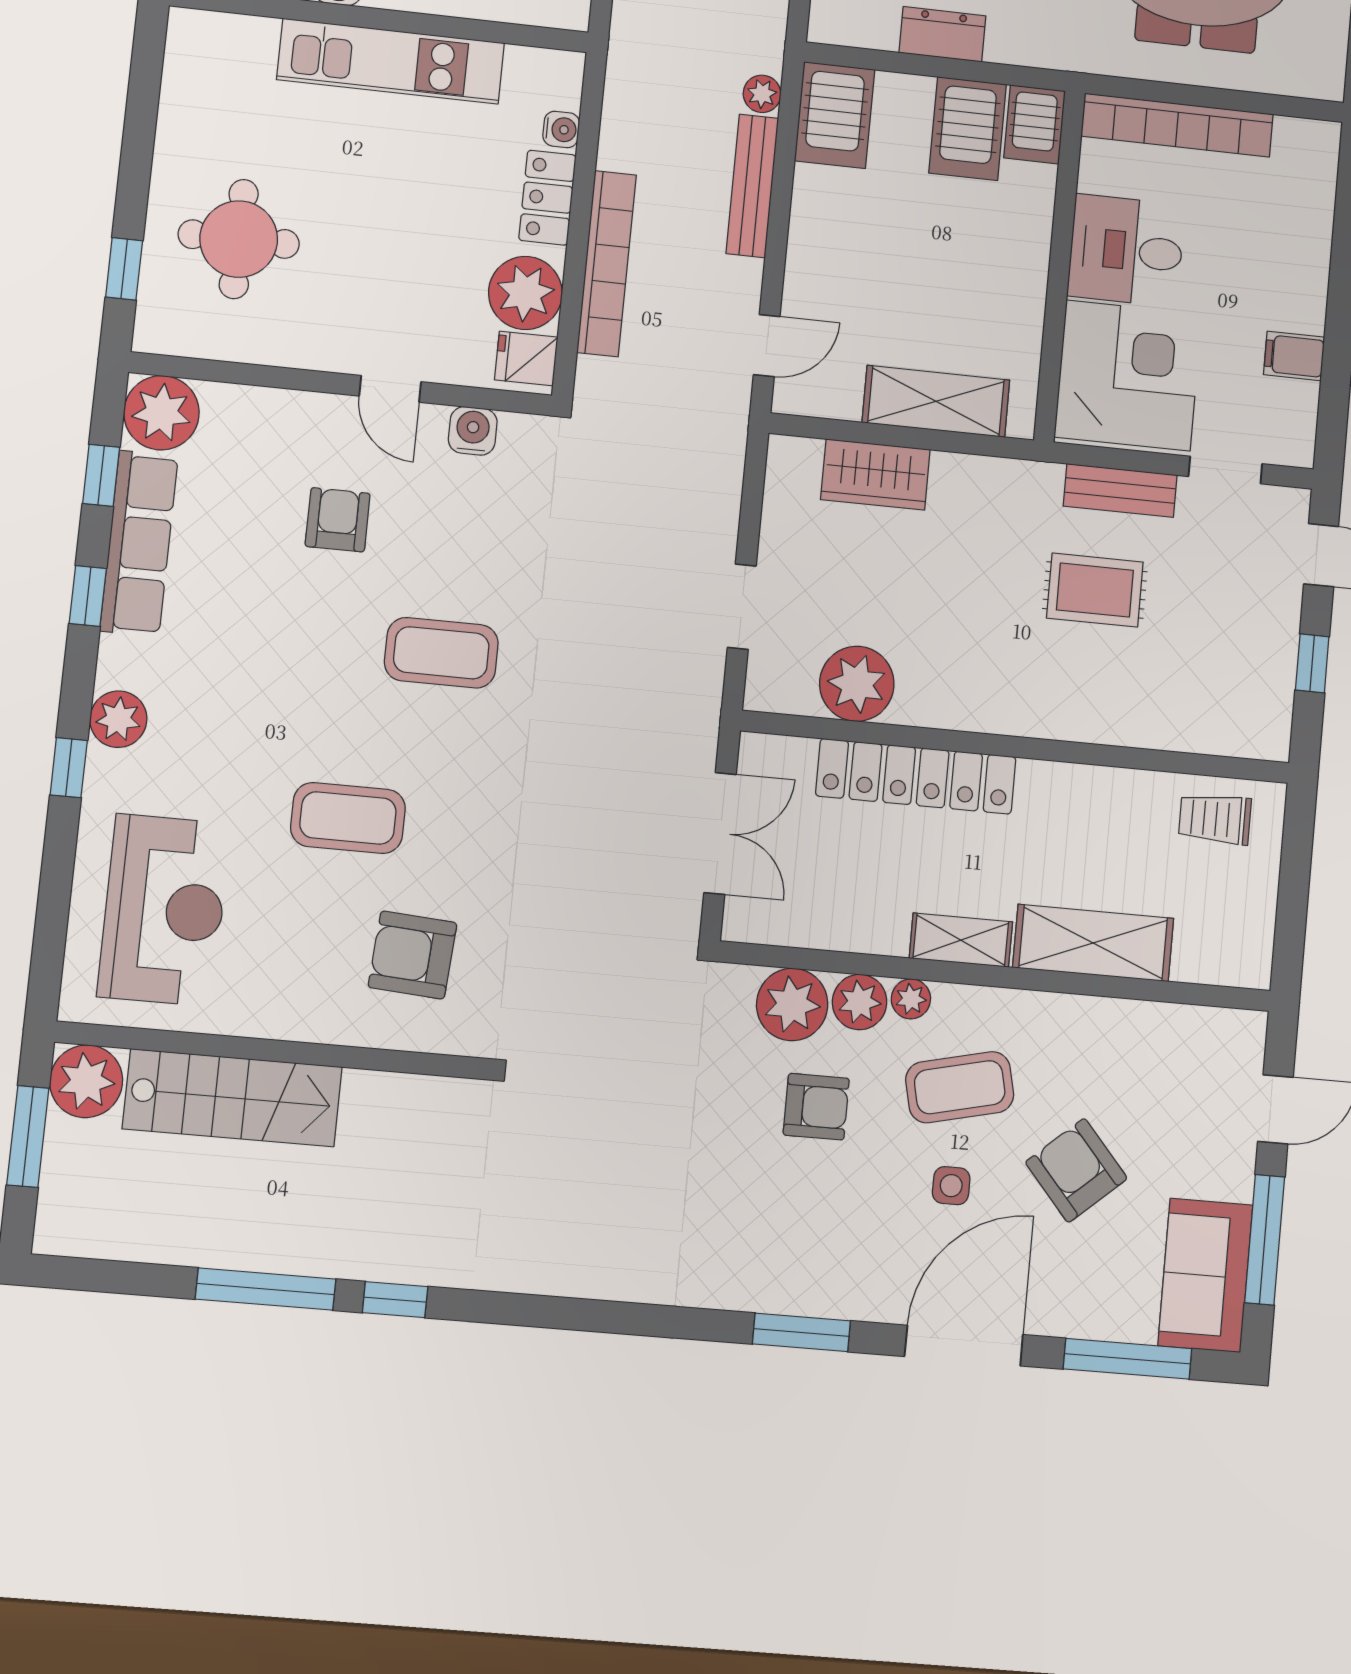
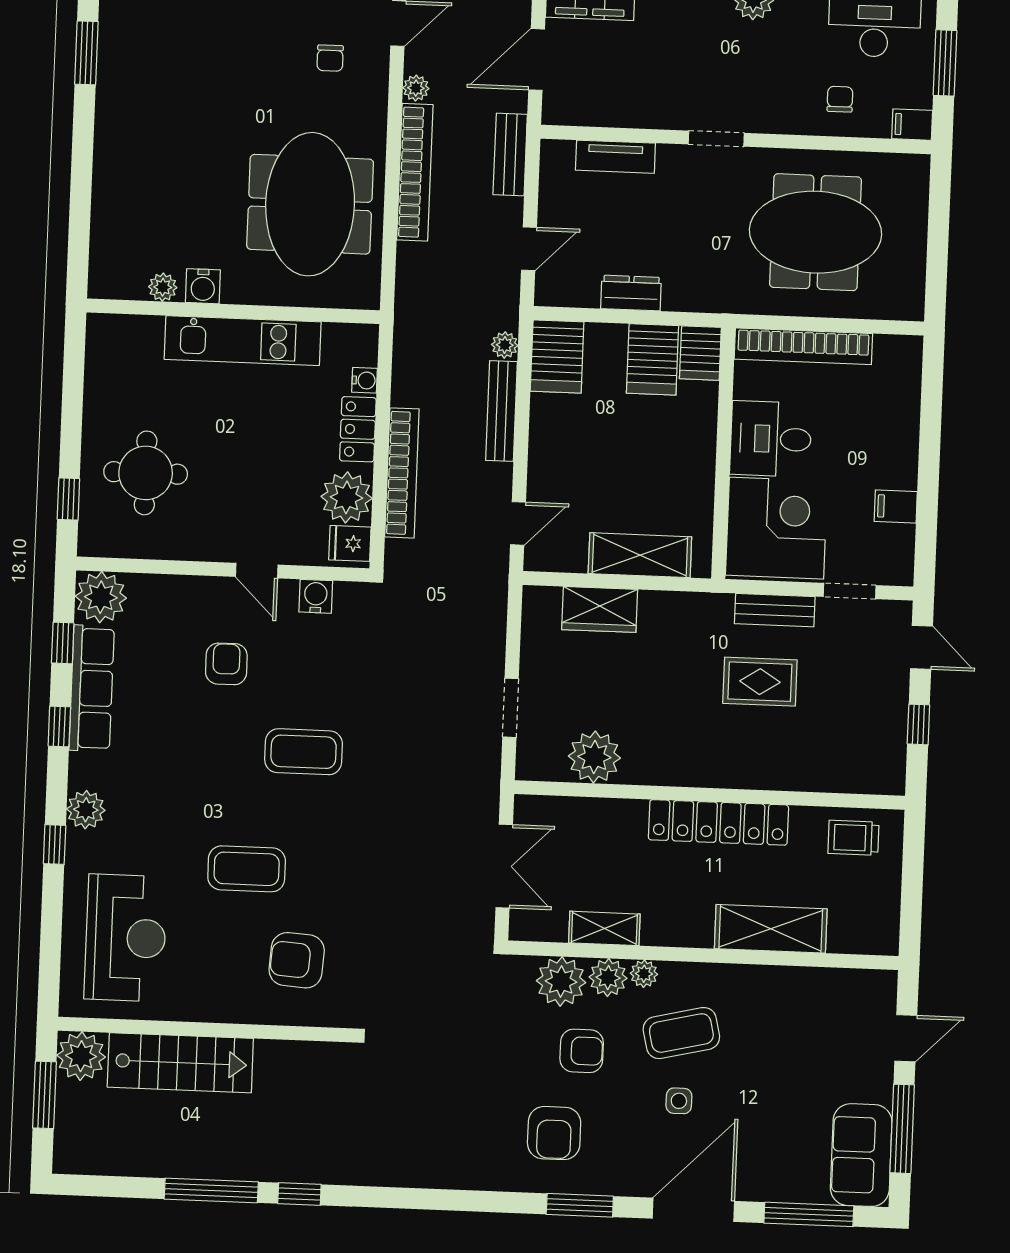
locker: (916, 776) -> (718, 822), moved
shelving: (961, 940) -> (604, 928), moved
armchair: (1076, 1170) -> (554, 1133), moved, turned -139

